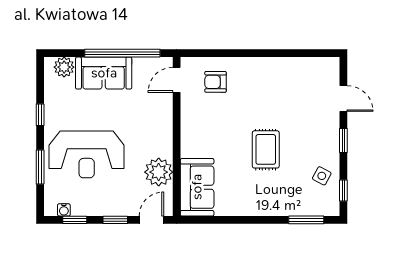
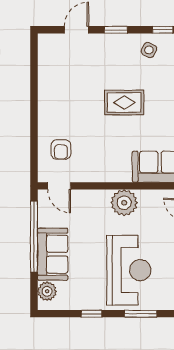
plant: (159, 172) -> (124, 203), moved

